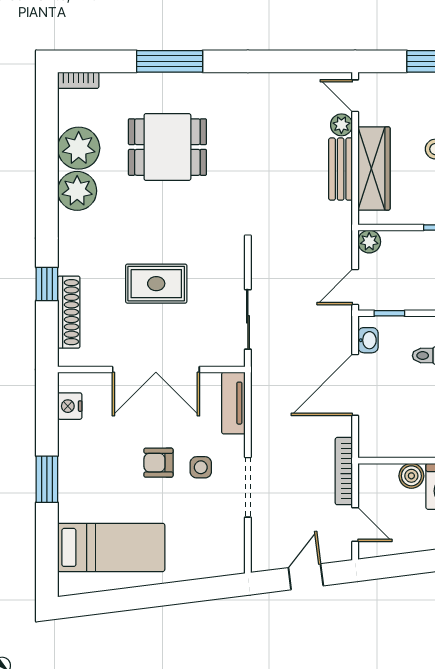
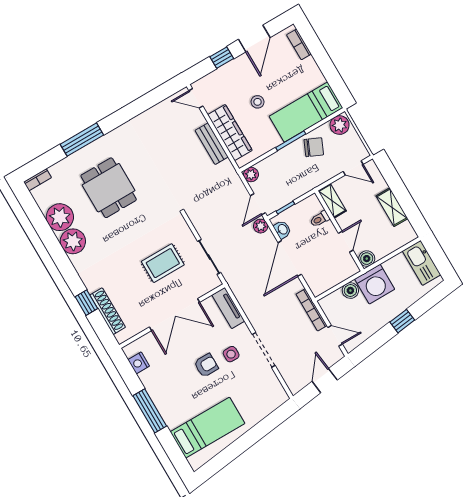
plant: (341, 125) -> (261, 226), moved
dining table: (167, 147) -> (109, 188), turned 90
rug: (156, 284) -> (163, 263), moved
armchair: (158, 463) -> (206, 365), turned 180
window: (47, 479) -> (150, 411), width x1.44

